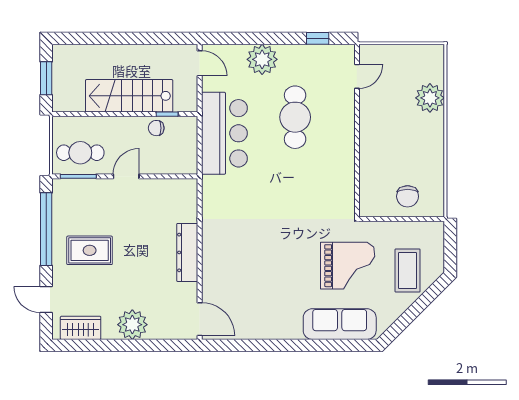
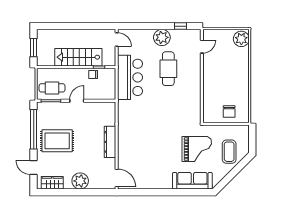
plant: (262, 59) -> (162, 37), moved
plant: (430, 98) -> (241, 39), moved
rug: (90, 250) -> (57, 141), width x1.36, depth x1.43

